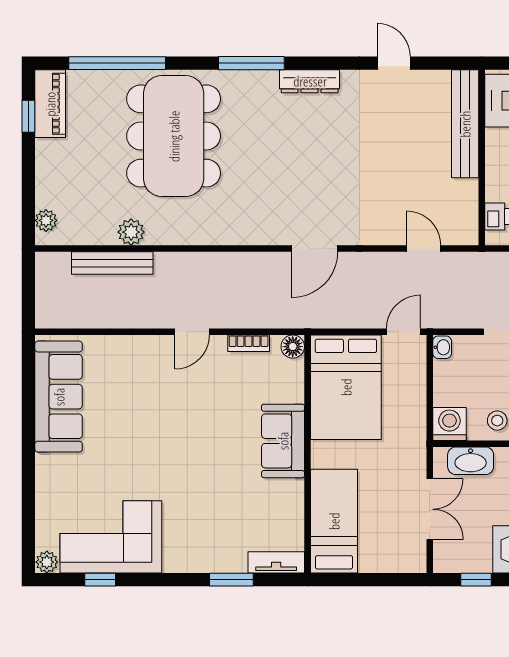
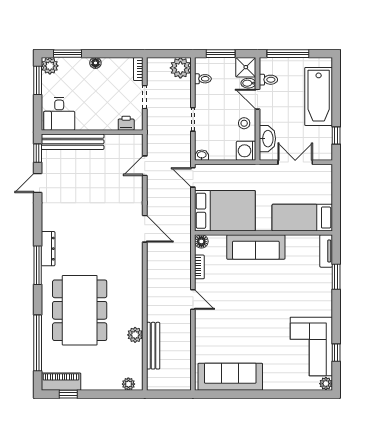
window: (446, 63) -> (38, 153), added
dresser: (310, 81) -> (48, 249), moved
dining table: (174, 136) -> (80, 310), turned 90
sofa: (283, 441) -> (256, 247), width x1.36

